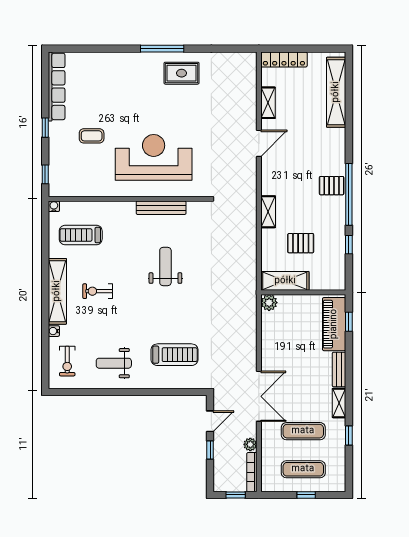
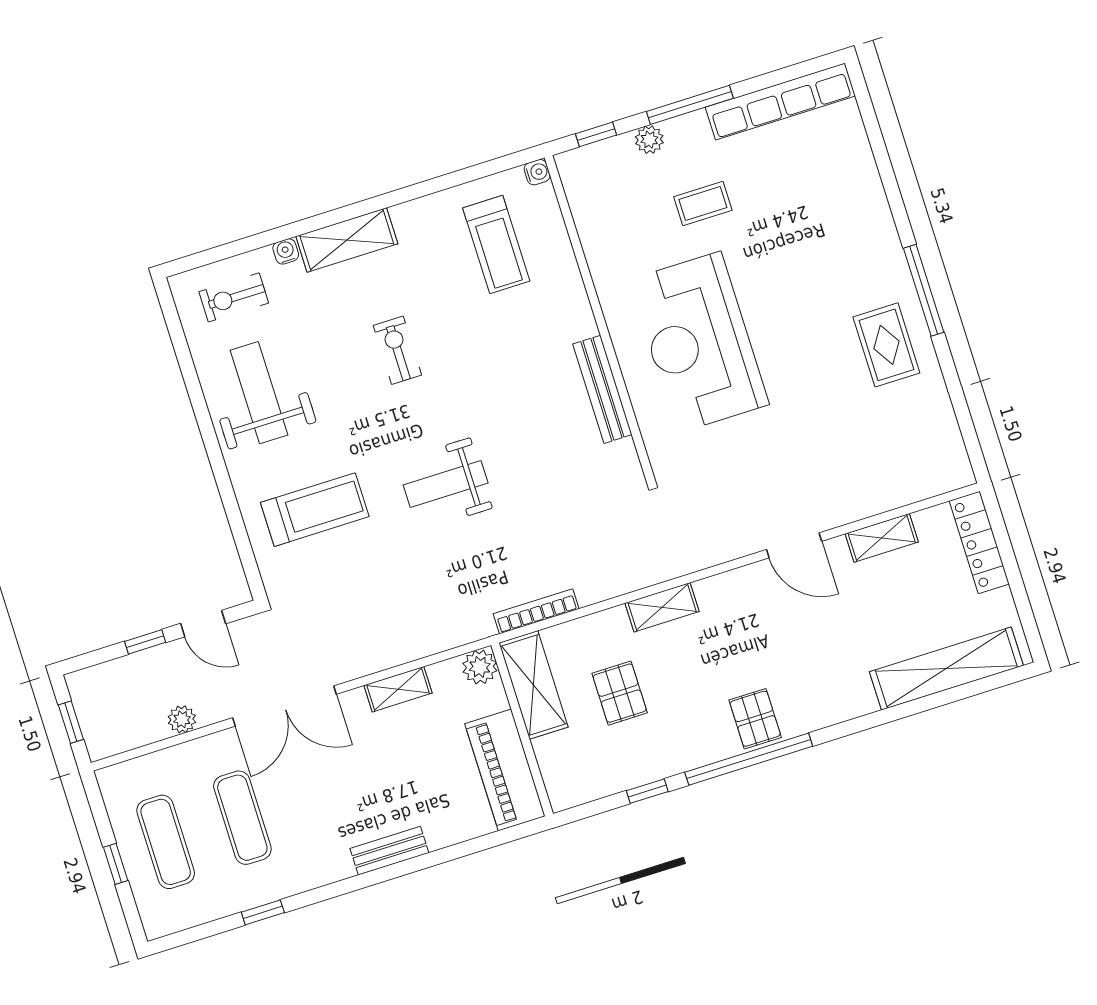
window: (45, 128) -> (690, 105), width x2.17
coffee table: (92, 136) -> (703, 204), turned 90
plant: (55, 151) -> (649, 140), added
reception desk: (154, 157) -> (699, 342), turned 180
treadmill: (81, 235) -> (496, 245), turned 180
weight bench: (165, 267) -> (446, 484), moved, turned 180
shelving: (57, 291) -> (347, 240), width x0.68
exercise bike: (98, 291) -> (397, 350), moved
window: (349, 322) -> (492, 840), removed
piano: (334, 324) -> (505, 770), moved, turned -90
treadmill: (174, 355) -> (315, 510), turned -90
weight bench: (114, 363) -> (259, 393), width x1.36, depth x1.33
shelving: (339, 403) -> (398, 689), moved
bookcase: (252, 472) -> (536, 611), moved

